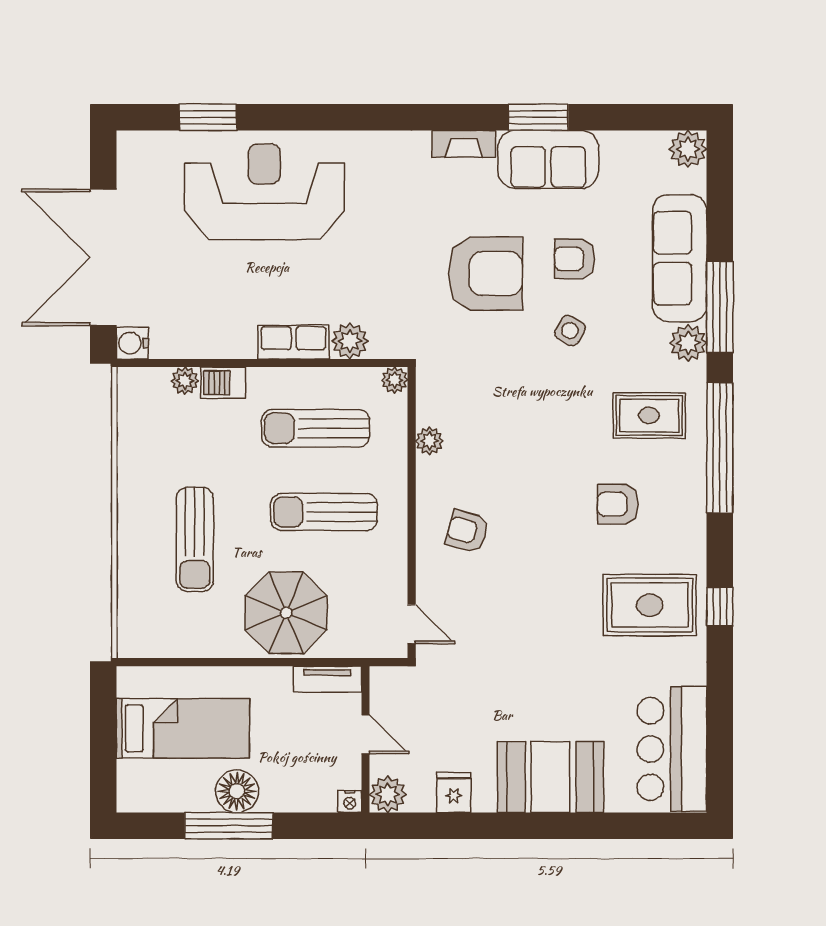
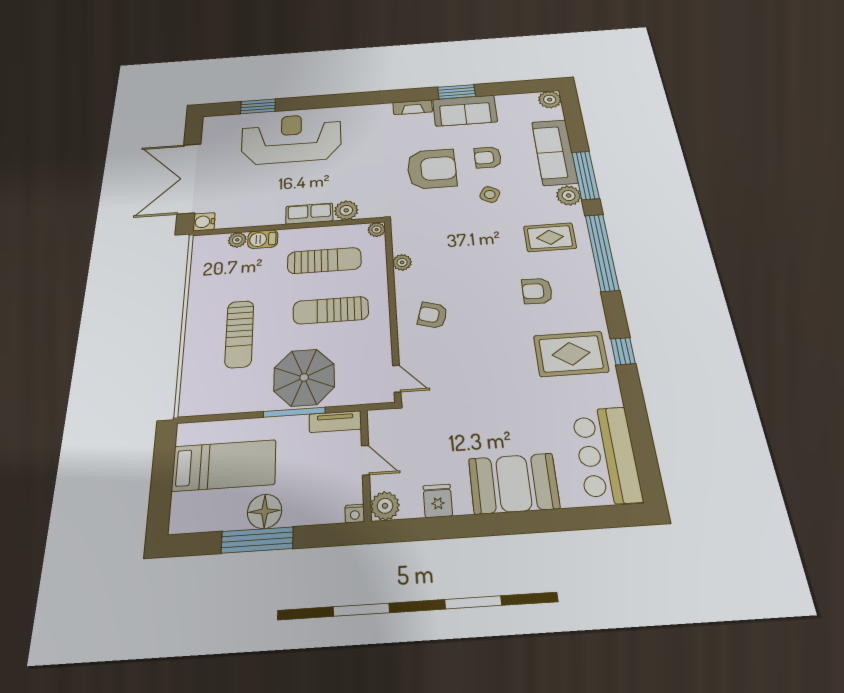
sun lounger: (315, 428) -> (324, 261), turned 180
window: (273, 662) -> (294, 412), added

